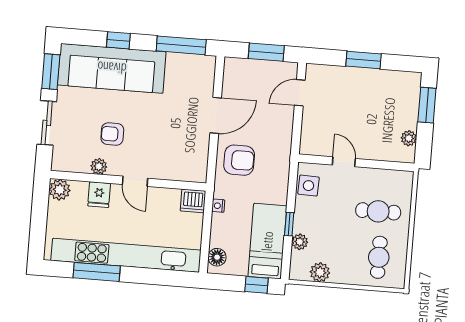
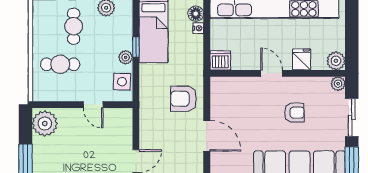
door: (216, 115) -> (207, 136), swing flipped
plant: (409, 138) -> (45, 123), width x1.87, depth x1.87
plant: (99, 166) -> (338, 84), moved
nightstand: (218, 206) -> (198, 28), moved
plant: (300, 242) -> (126, 57), moved
cafe table: (379, 257) -> (74, 26), moved

